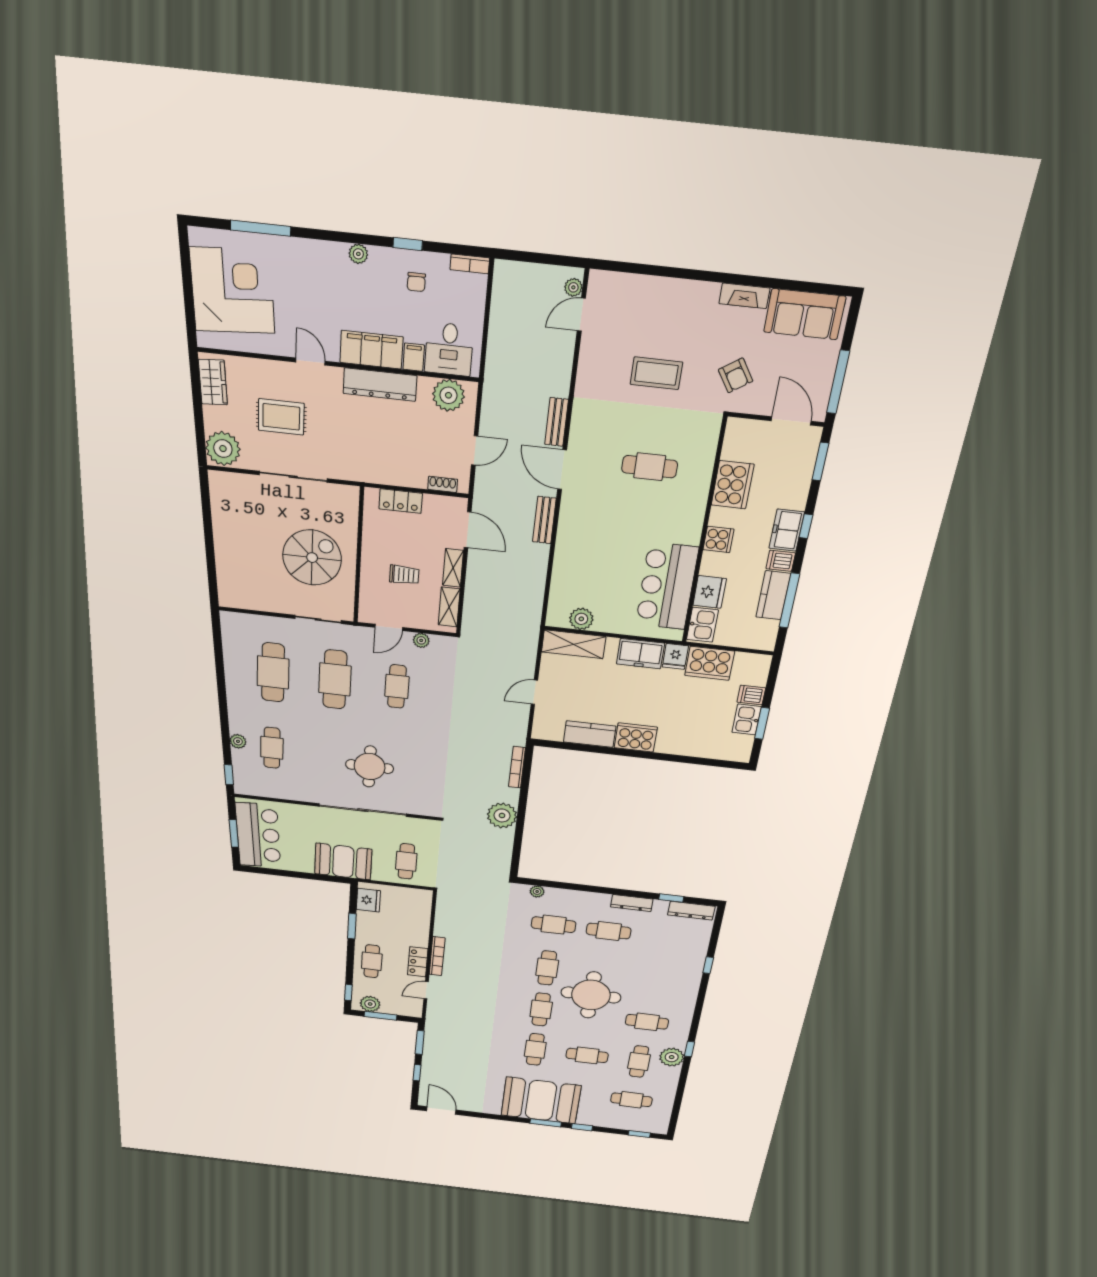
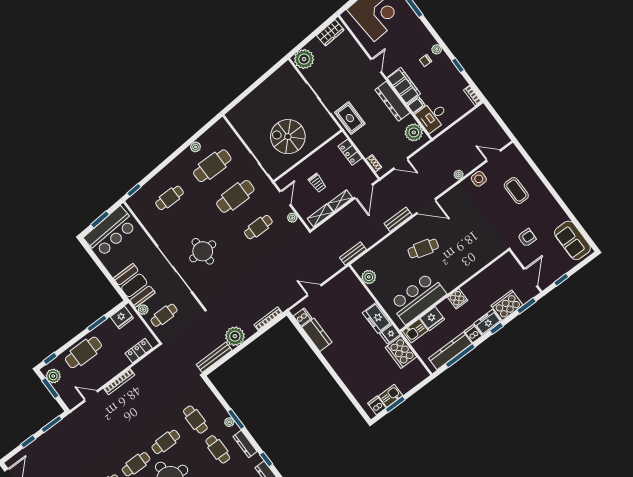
chair: (416, 282) -> (426, 61), moved
plant: (573, 287) -> (459, 175), moved
fireplace: (744, 296) -> (558, 211), removed
side table: (593, 366) -> (479, 179), added
coffee table: (656, 373) -> (516, 191), moved
armchair: (736, 375) -> (527, 238), turned -145
window: (838, 382) -> (561, 280), width x0.46
rug: (281, 417) -> (350, 118), moved
bench: (556, 422) -> (353, 253), moved
cafe table: (650, 467) -> (423, 248), moved, turned -74
door: (562, 470) -> (426, 206), swing flipped
cooker: (733, 485) -> (507, 305), moved, turned 180
spiral stairs: (312, 558) -> (288, 137), turned 180
kitchen counter: (773, 595) -> (450, 351), width x1.50
door: (389, 627) -> (285, 198), swing flipped
shelving: (574, 644) -> (354, 285), removed
dishwasher: (751, 695) -> (377, 406), moved
cooker: (636, 737) -> (303, 317), moved, width x0.53, depth x0.76
plant: (238, 741) -> (196, 147), moved
bench: (504, 854) -> (214, 357), added
plant: (380, 875) -> (143, 310), added
window: (596, 889) -> (236, 419), added
plant: (537, 891) -> (229, 422), moved
cafe table: (372, 961) -> (83, 352), width x1.37, depth x1.35
locker: (418, 962) -> (139, 351), moved

